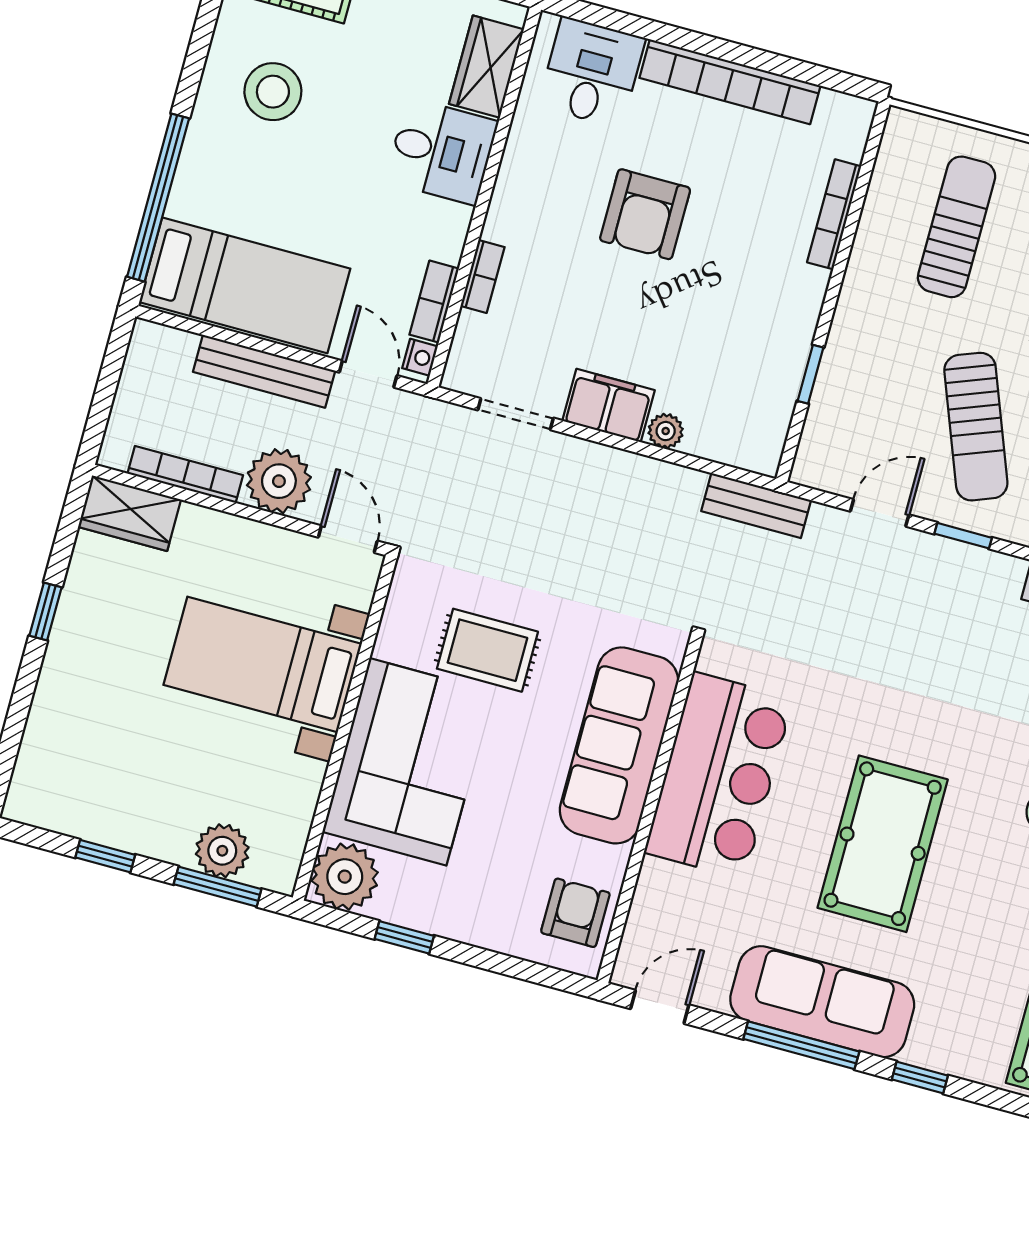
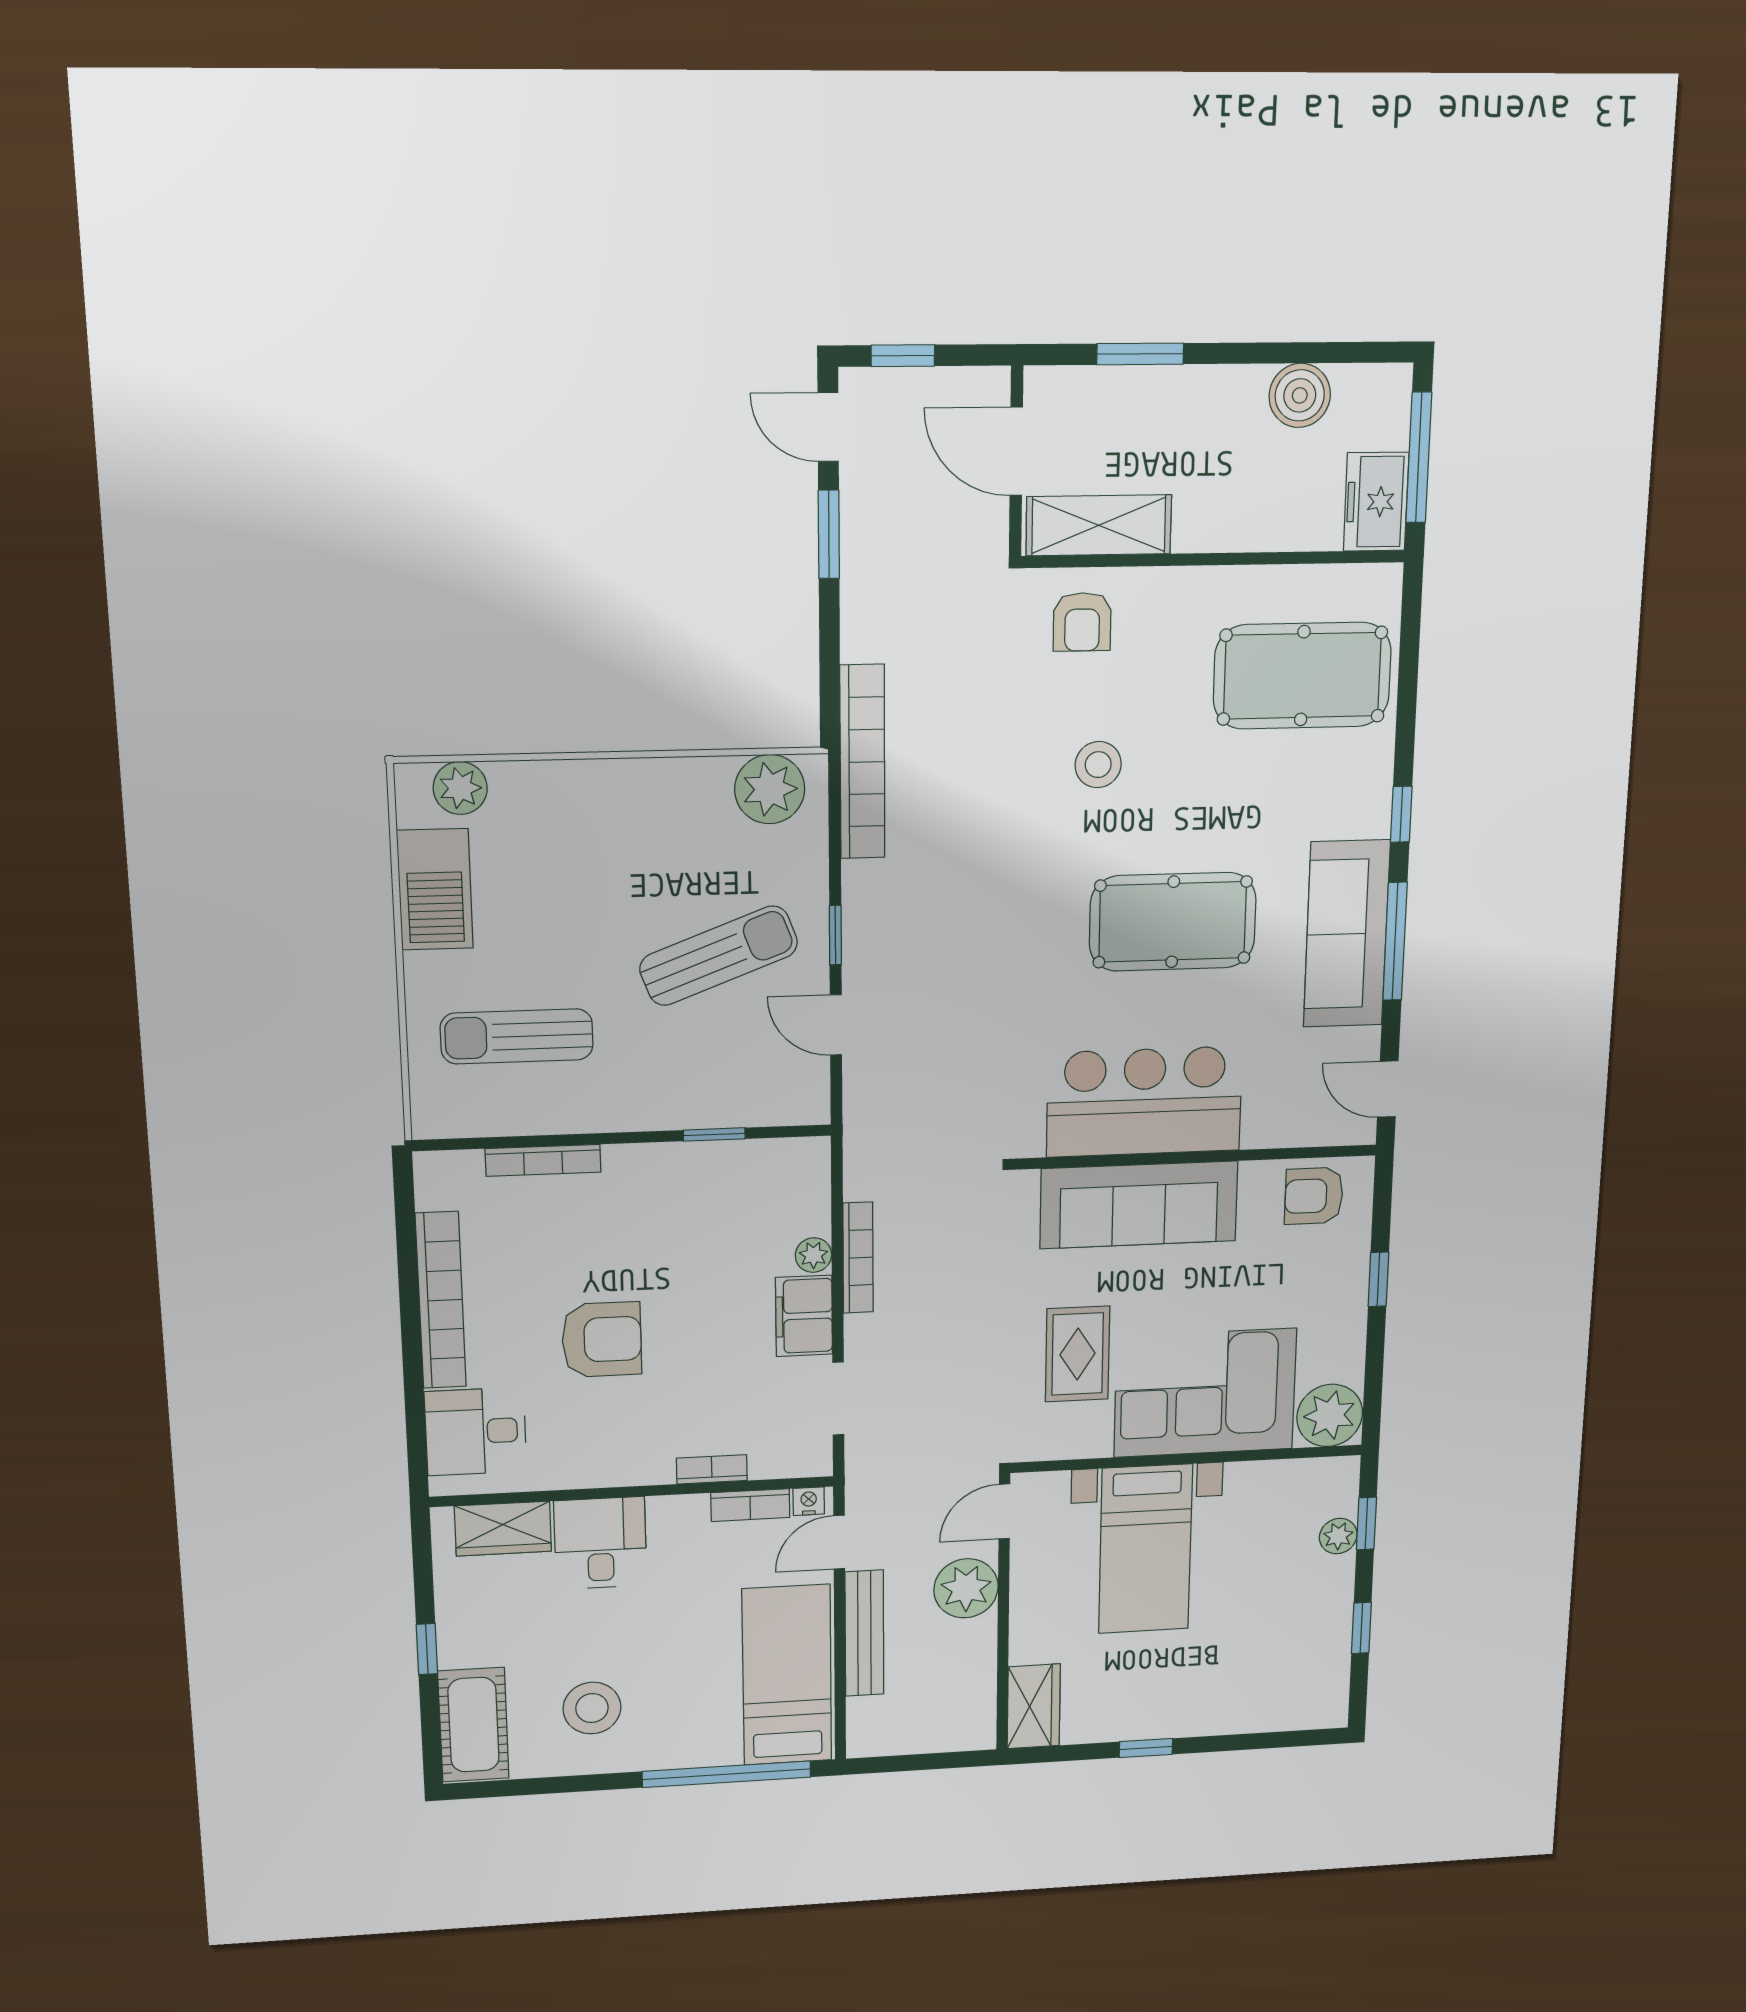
bookcase: (185, 474) -> (858, 1258), moved, turned 180
bench: (756, 506) -> (863, 1147), removed
plant: (222, 851) -> (1338, 1536), width x0.73, depth x0.73
window: (218, 887) -> (1366, 1524), width x0.67
window: (404, 937) -> (1378, 1279), moved

